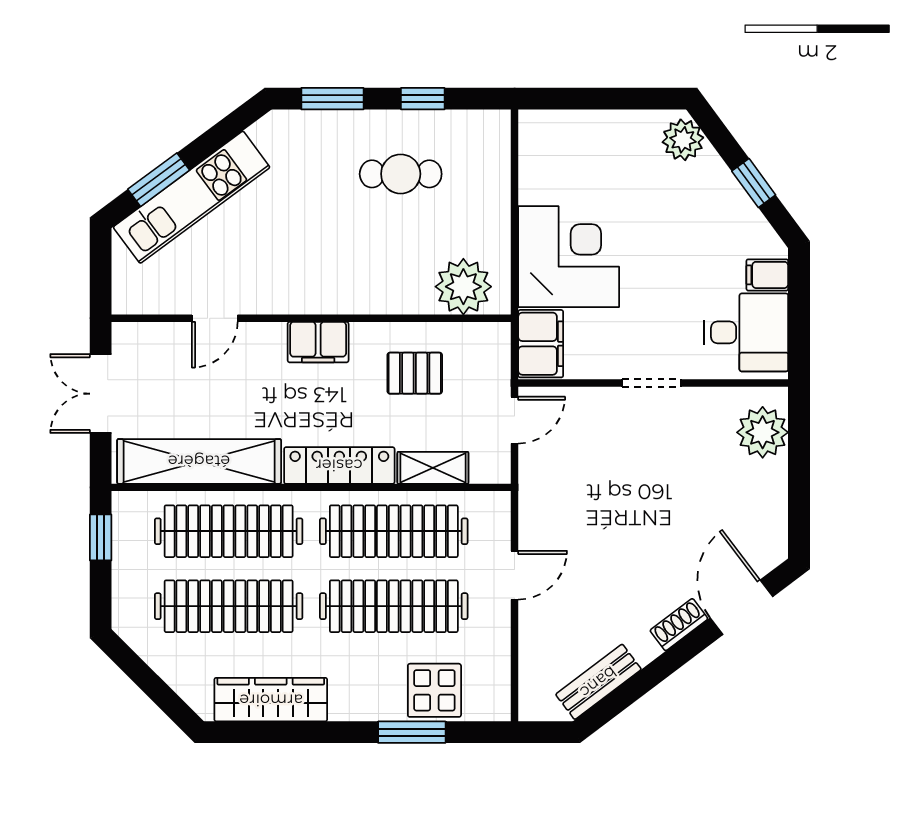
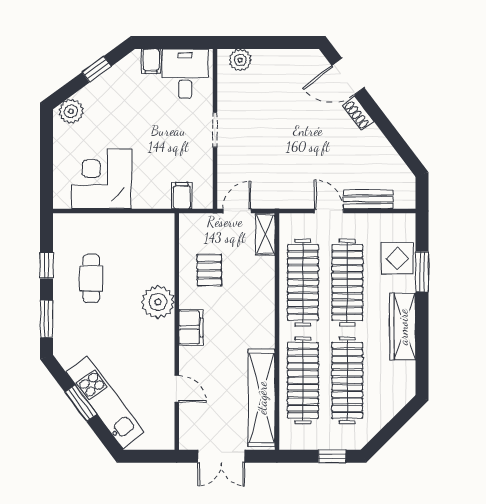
window: (159, 180) -> (81, 403), moved
corner desk: (569, 257) -> (101, 179), moved
plant: (463, 287) -> (158, 302), moved
filing cabinet: (541, 344) -> (182, 195), width x0.50
door: (515, 420) -> (237, 211), hinge flipped
plant: (763, 432) -> (240, 60), width x0.73, depth x0.73
locker: (339, 465) -> (264, 315), removed
shelving: (433, 468) -> (265, 234), moved
window: (101, 537) -> (332, 456), moved
bench: (598, 682) -> (368, 199), moved, turned -53
wardrobe: (271, 700) -> (403, 327), moved

